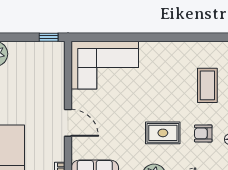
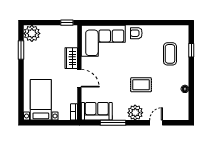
wardrobe: (55, 92) -> (71, 58), added
armchair: (203, 133) -> (136, 33), moved

